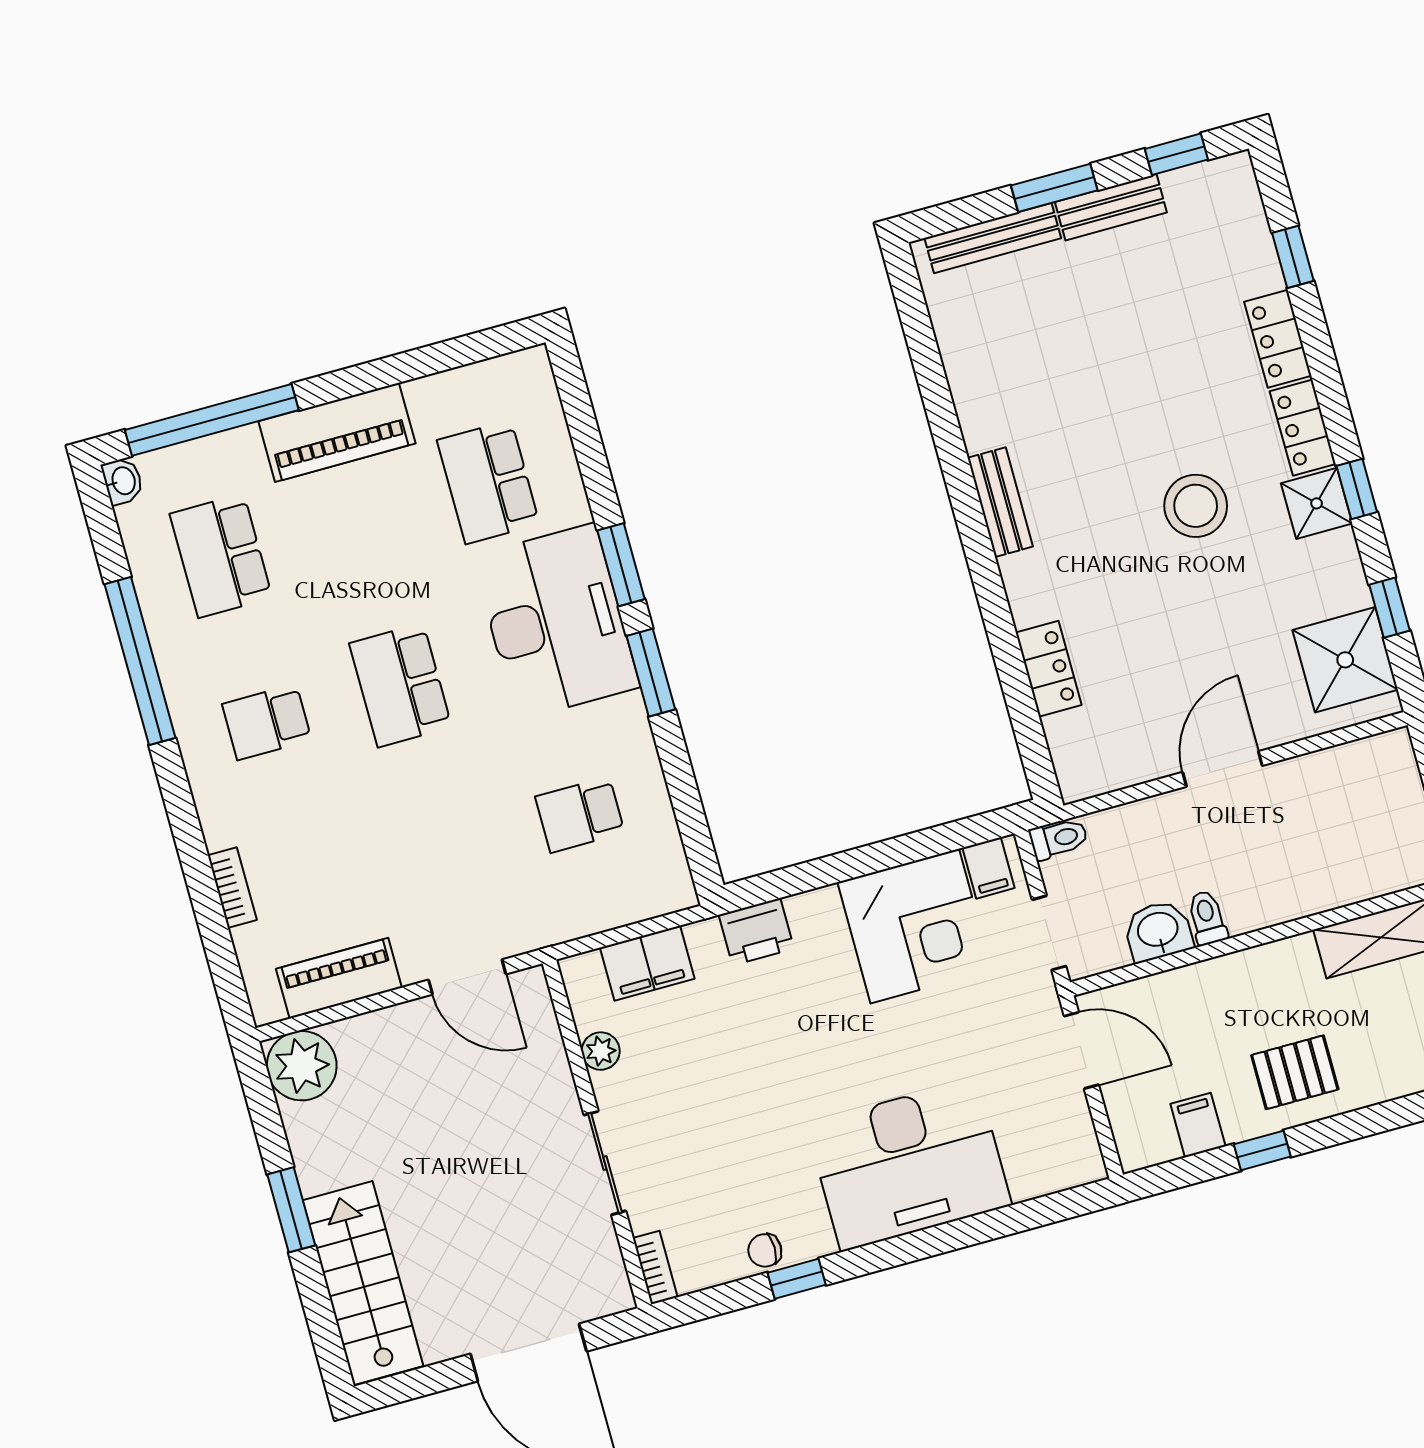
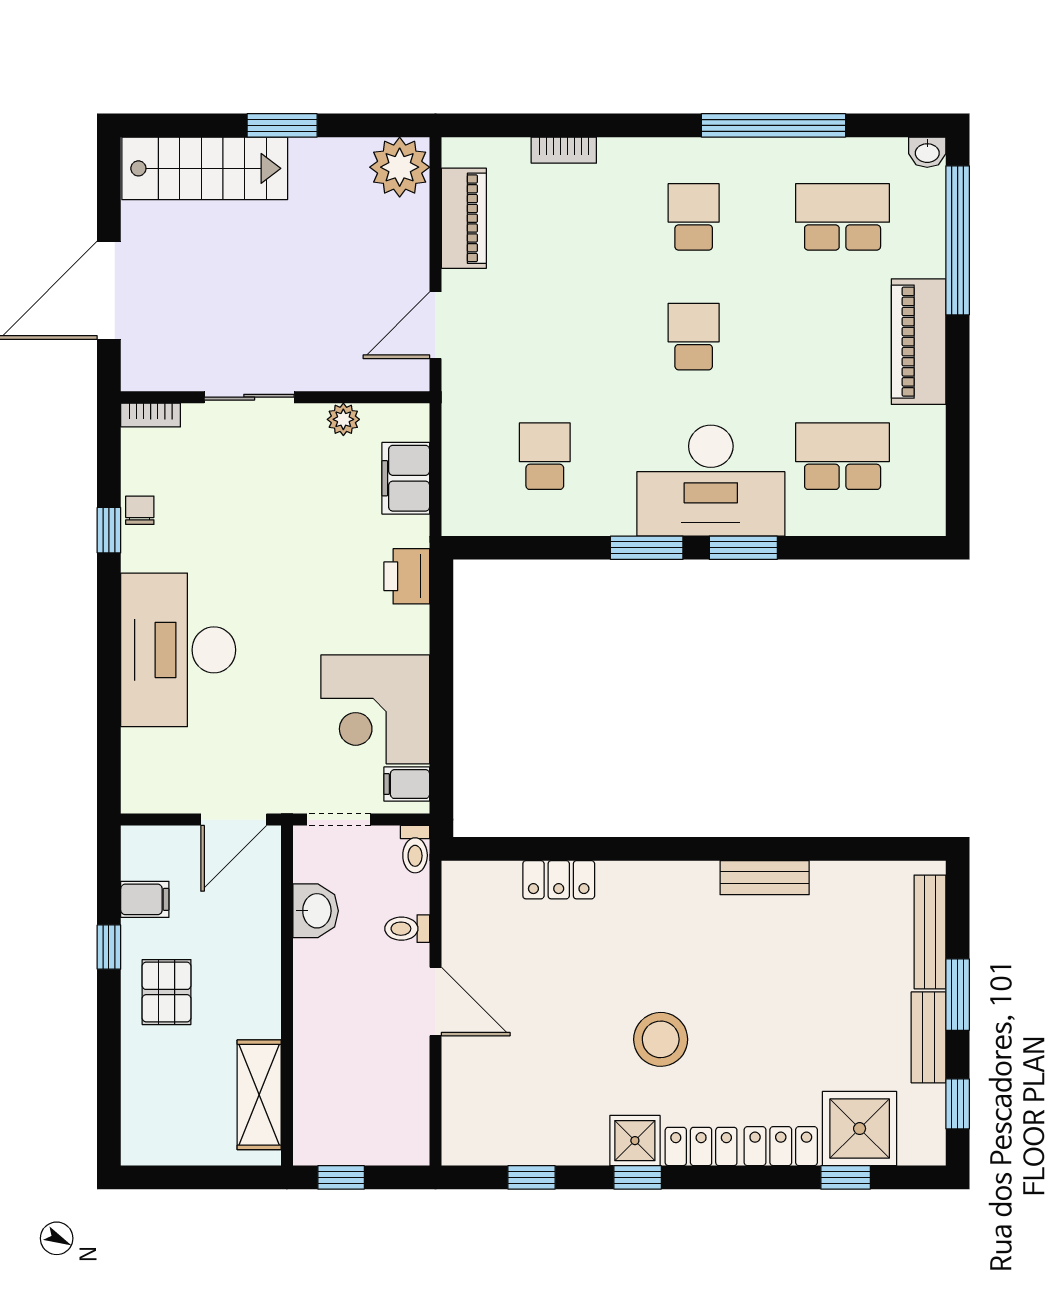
bench: (1000, 502) -> (765, 878), moved
shower: (1345, 660) -> (860, 1129), moved
school desk: (400, 685) -> (694, 337), width x0.54
toilet: (1207, 918) -> (407, 929), moved, turned 180

